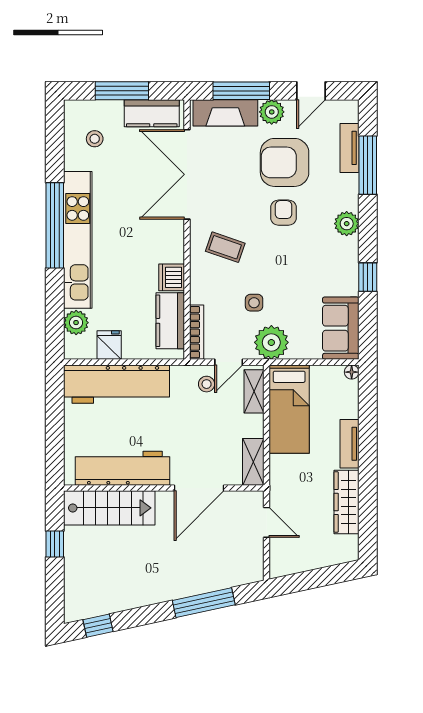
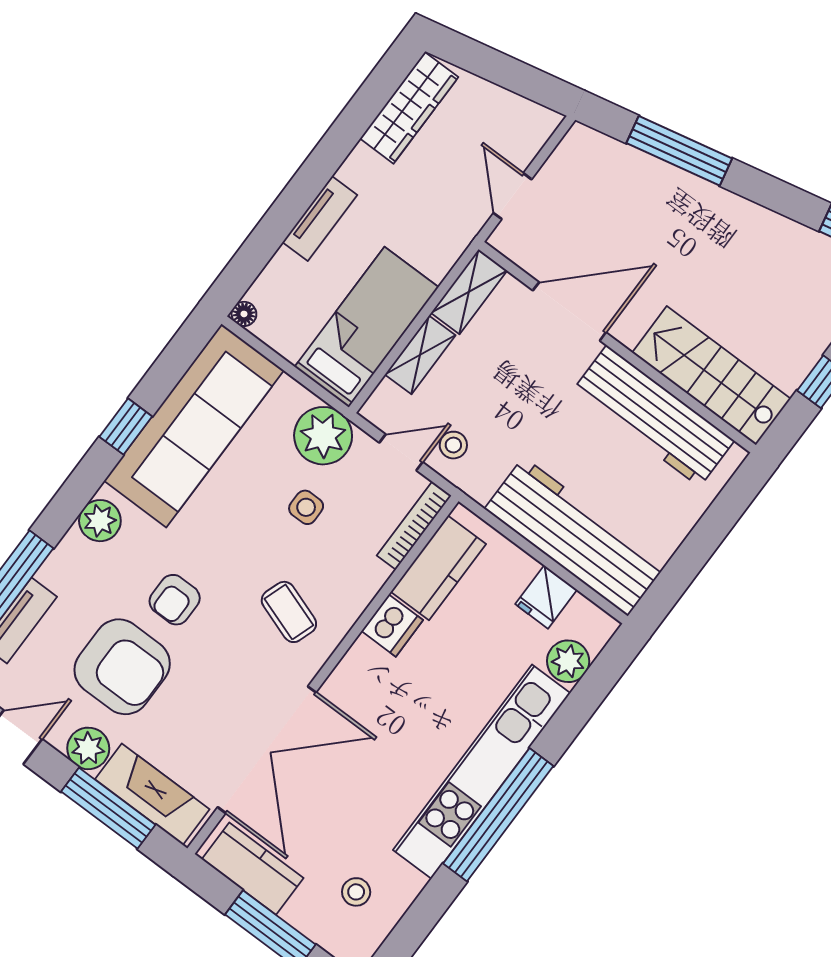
sofa: (341, 328) -> (194, 426), width x1.85, depth x1.27
shelving: (254, 391) -> (420, 355), moved
wardrobe: (346, 502) -> (409, 108), moved

